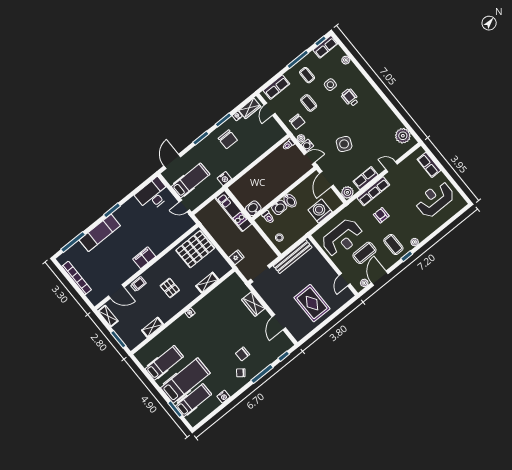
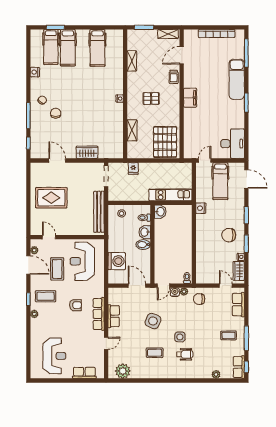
side table: (330, 85) -> (180, 337), moved
coffee table: (309, 103) -> (155, 353), moved
plant: (347, 192) -> (114, 294), removed
hospital bed: (185, 380) -> (68, 48), width x0.73, depth x0.78

